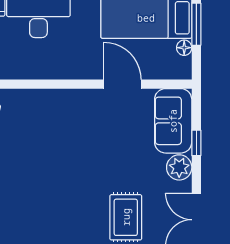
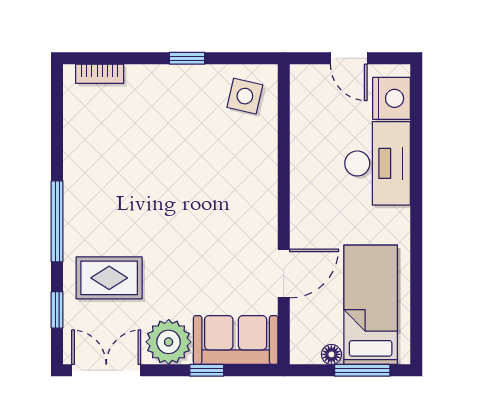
plant: (179, 167) -> (169, 342), width x1.36, depth x1.36

